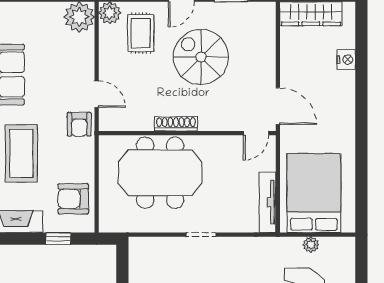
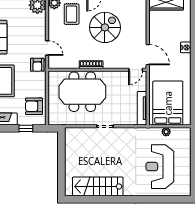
spiral stairs: (201, 57) -> (105, 27), turned 90
nightstand: (346, 60) -> (186, 47), moved

